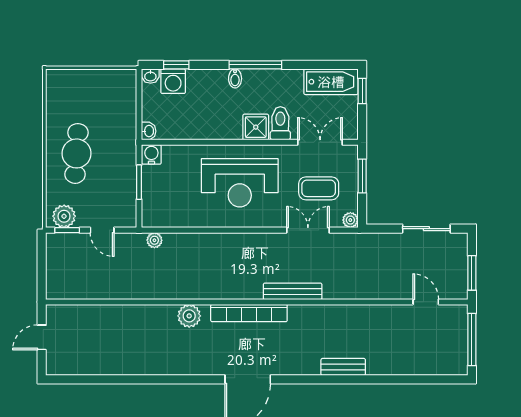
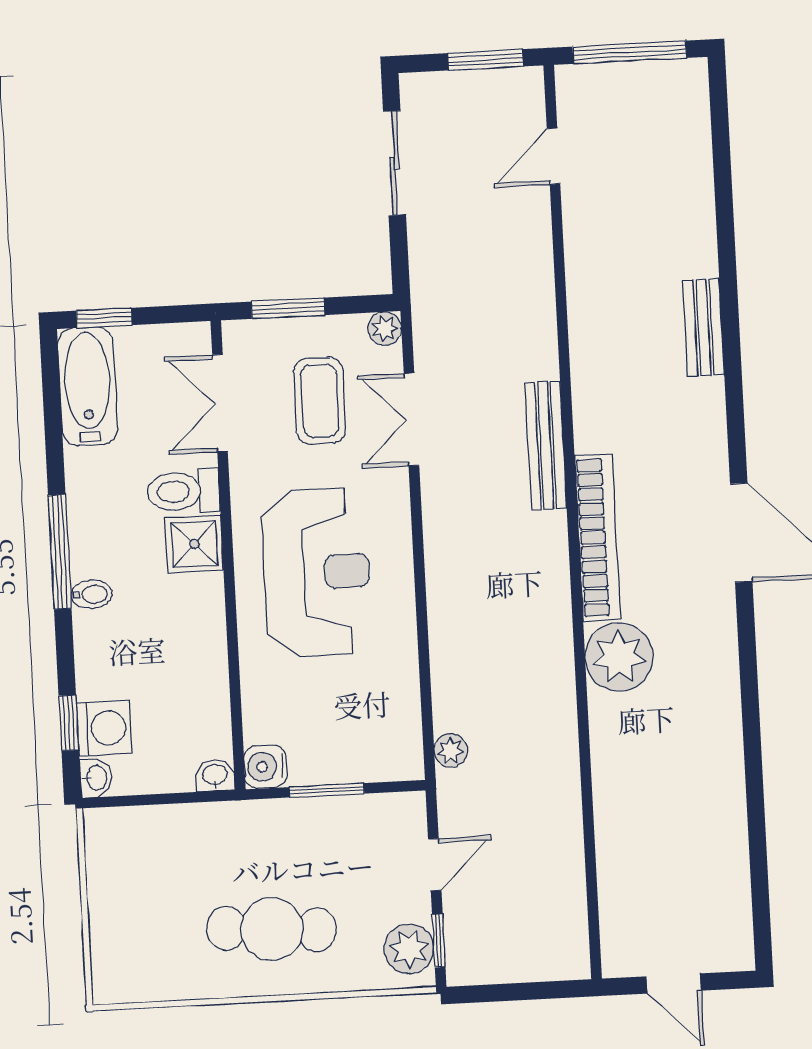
plant: (189, 316) -> (619, 657), width x1.36, depth x1.36

